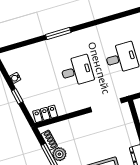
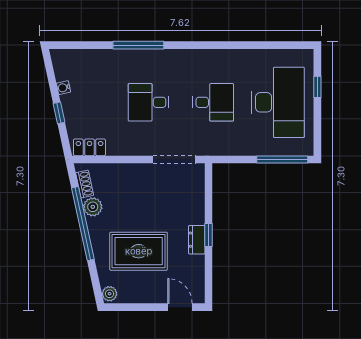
window: (58, 33) -> (138, 45), width x1.44
desk: (77, 71) -> (149, 102), turned 180

